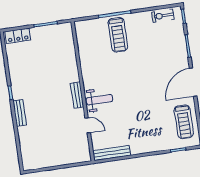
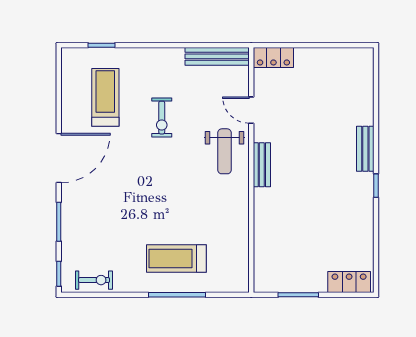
treadmill: (118, 35) -> (176, 259), turned -90
weight bench: (99, 100) -> (224, 151), turned -90
exercise bike: (138, 114) -> (162, 118), added
treadmill: (184, 122) -> (105, 97), moved
locker: (79, 157) -> (273, 57), added

